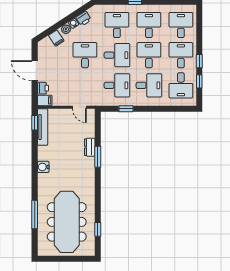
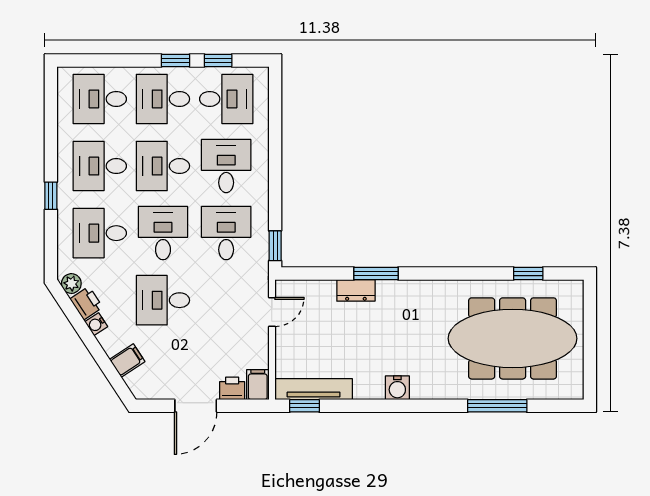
plant: (66, 29) -> (71, 284), moved
window: (126, 109) -> (275, 246), moved

